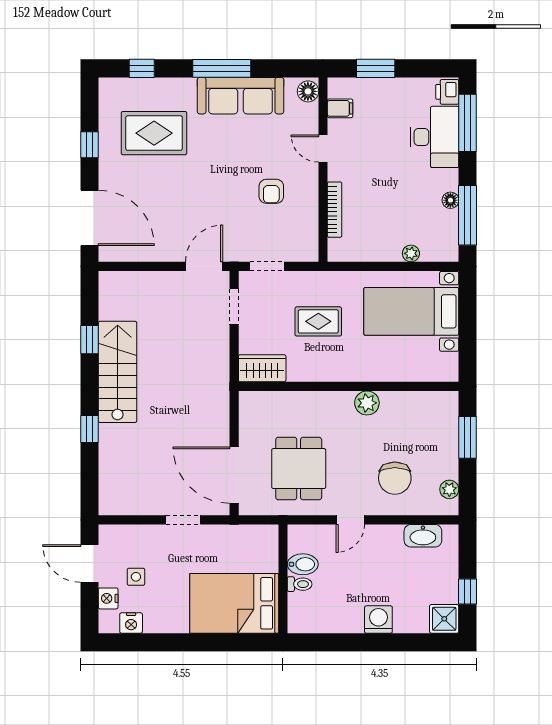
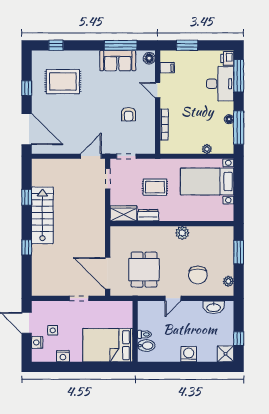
window: (222, 68) -> (121, 45), moved
sofa: (240, 96) -> (118, 61), width x0.73
dresser: (306, 372) -> (148, 215), added
bidet: (303, 564) -> (146, 346), moved
nightstand: (131, 623) -> (63, 356), moved

